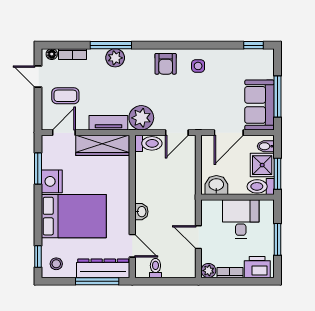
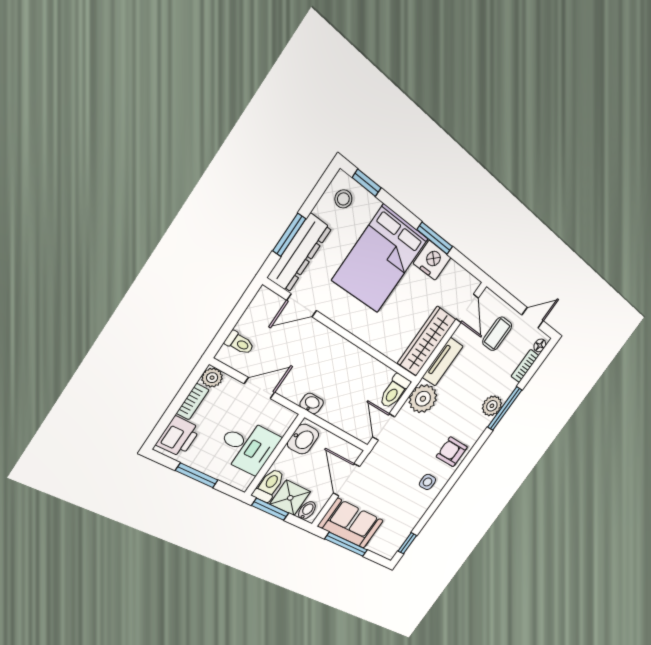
window: (38, 168) -> (435, 238), moved
washbasin: (141, 212) -> (312, 403), moved, turned 180
toilet: (155, 268) -> (239, 343), moved
window: (97, 281) -> (289, 235), width x0.69

